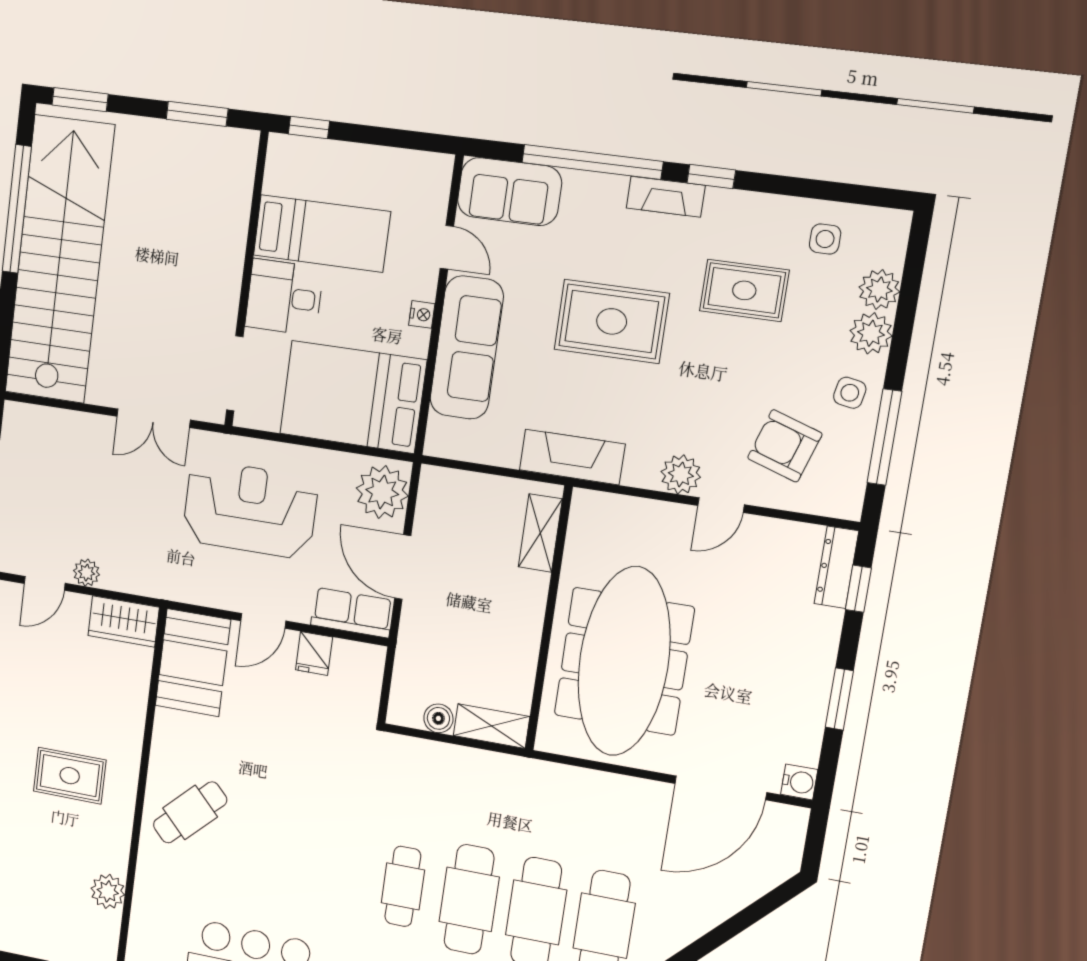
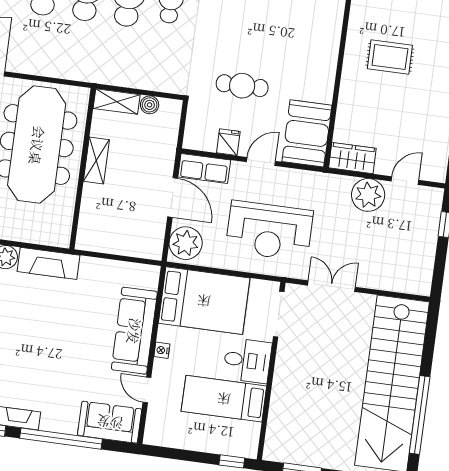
rug: (612, 321) -> (48, 346), removed
fireplace: (572, 457) -> (49, 263), moved
shelving: (540, 533) -> (96, 161), moved
plant: (87, 573) -> (368, 195), width x1.88, depth x1.88
cafe table: (190, 812) -> (242, 86), moved, turned 44

